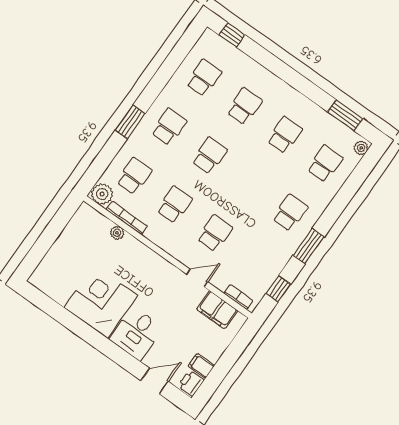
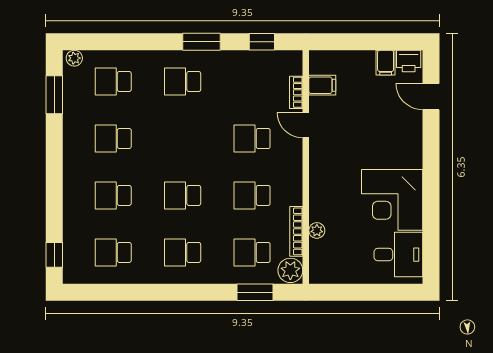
window: (130, 122) -> (255, 292), moved
bookcase: (238, 297) -> (296, 92), moved
filing cabinet: (217, 310) -> (322, 85), width x0.50
desk: (136, 333) -> (398, 255), moved

